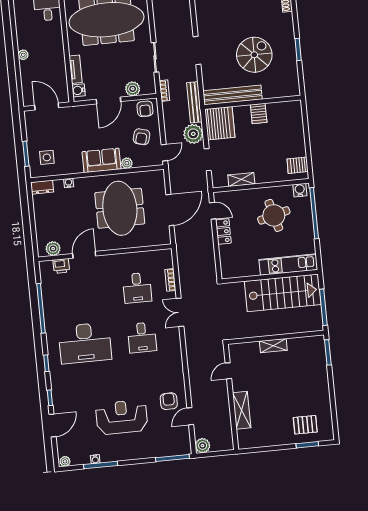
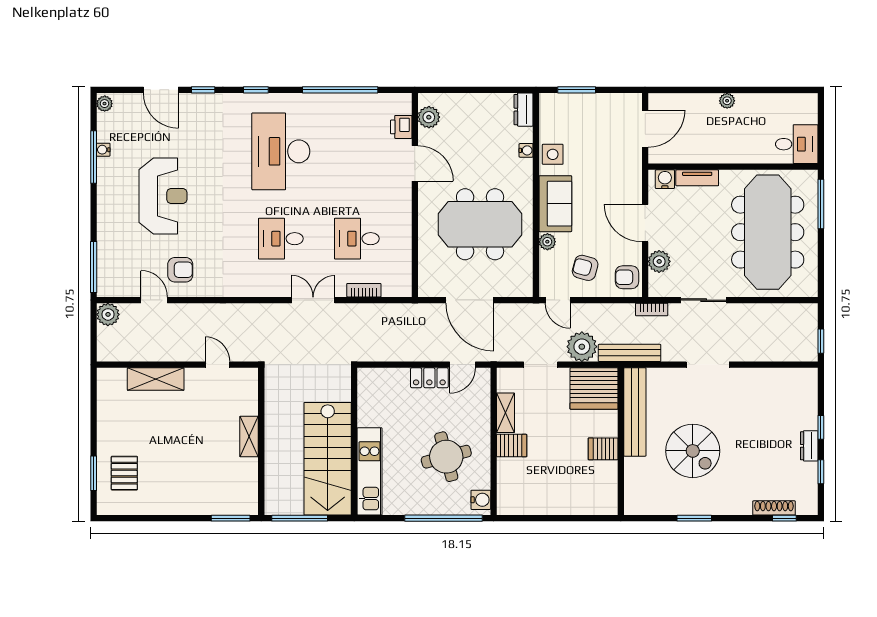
side table: (47, 157) -> (553, 154), moved
server rack: (298, 165) -> (512, 446), moved, turned 90

